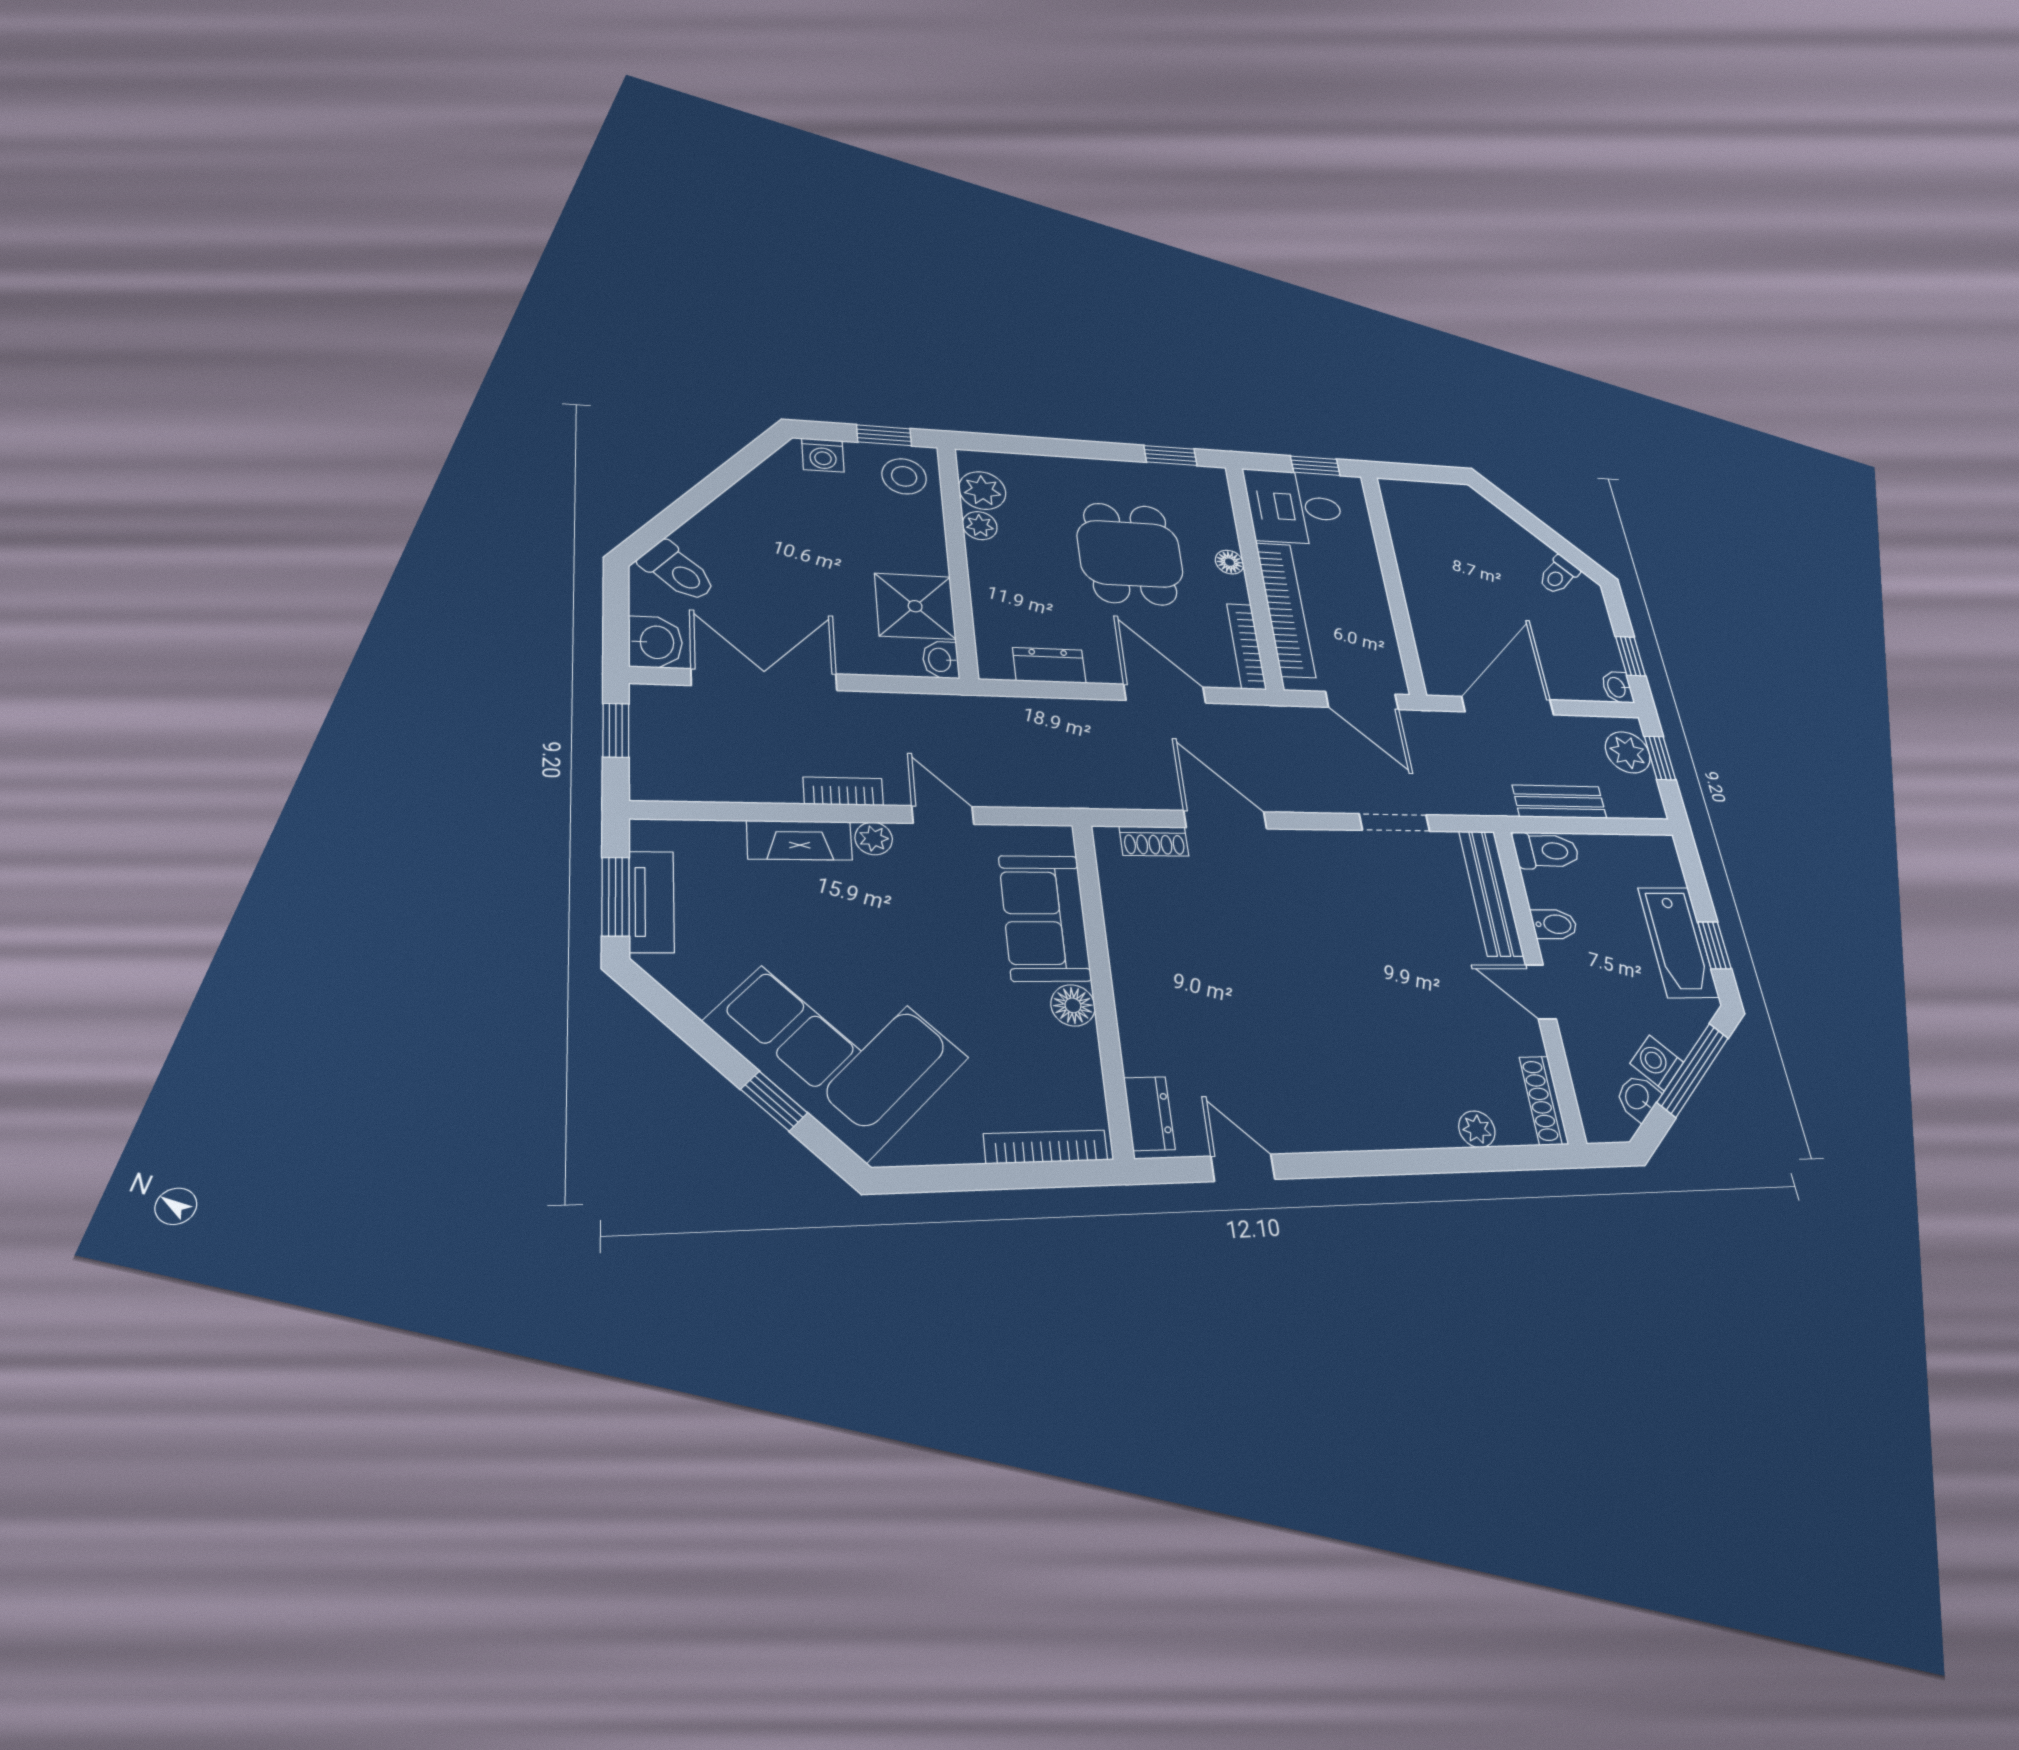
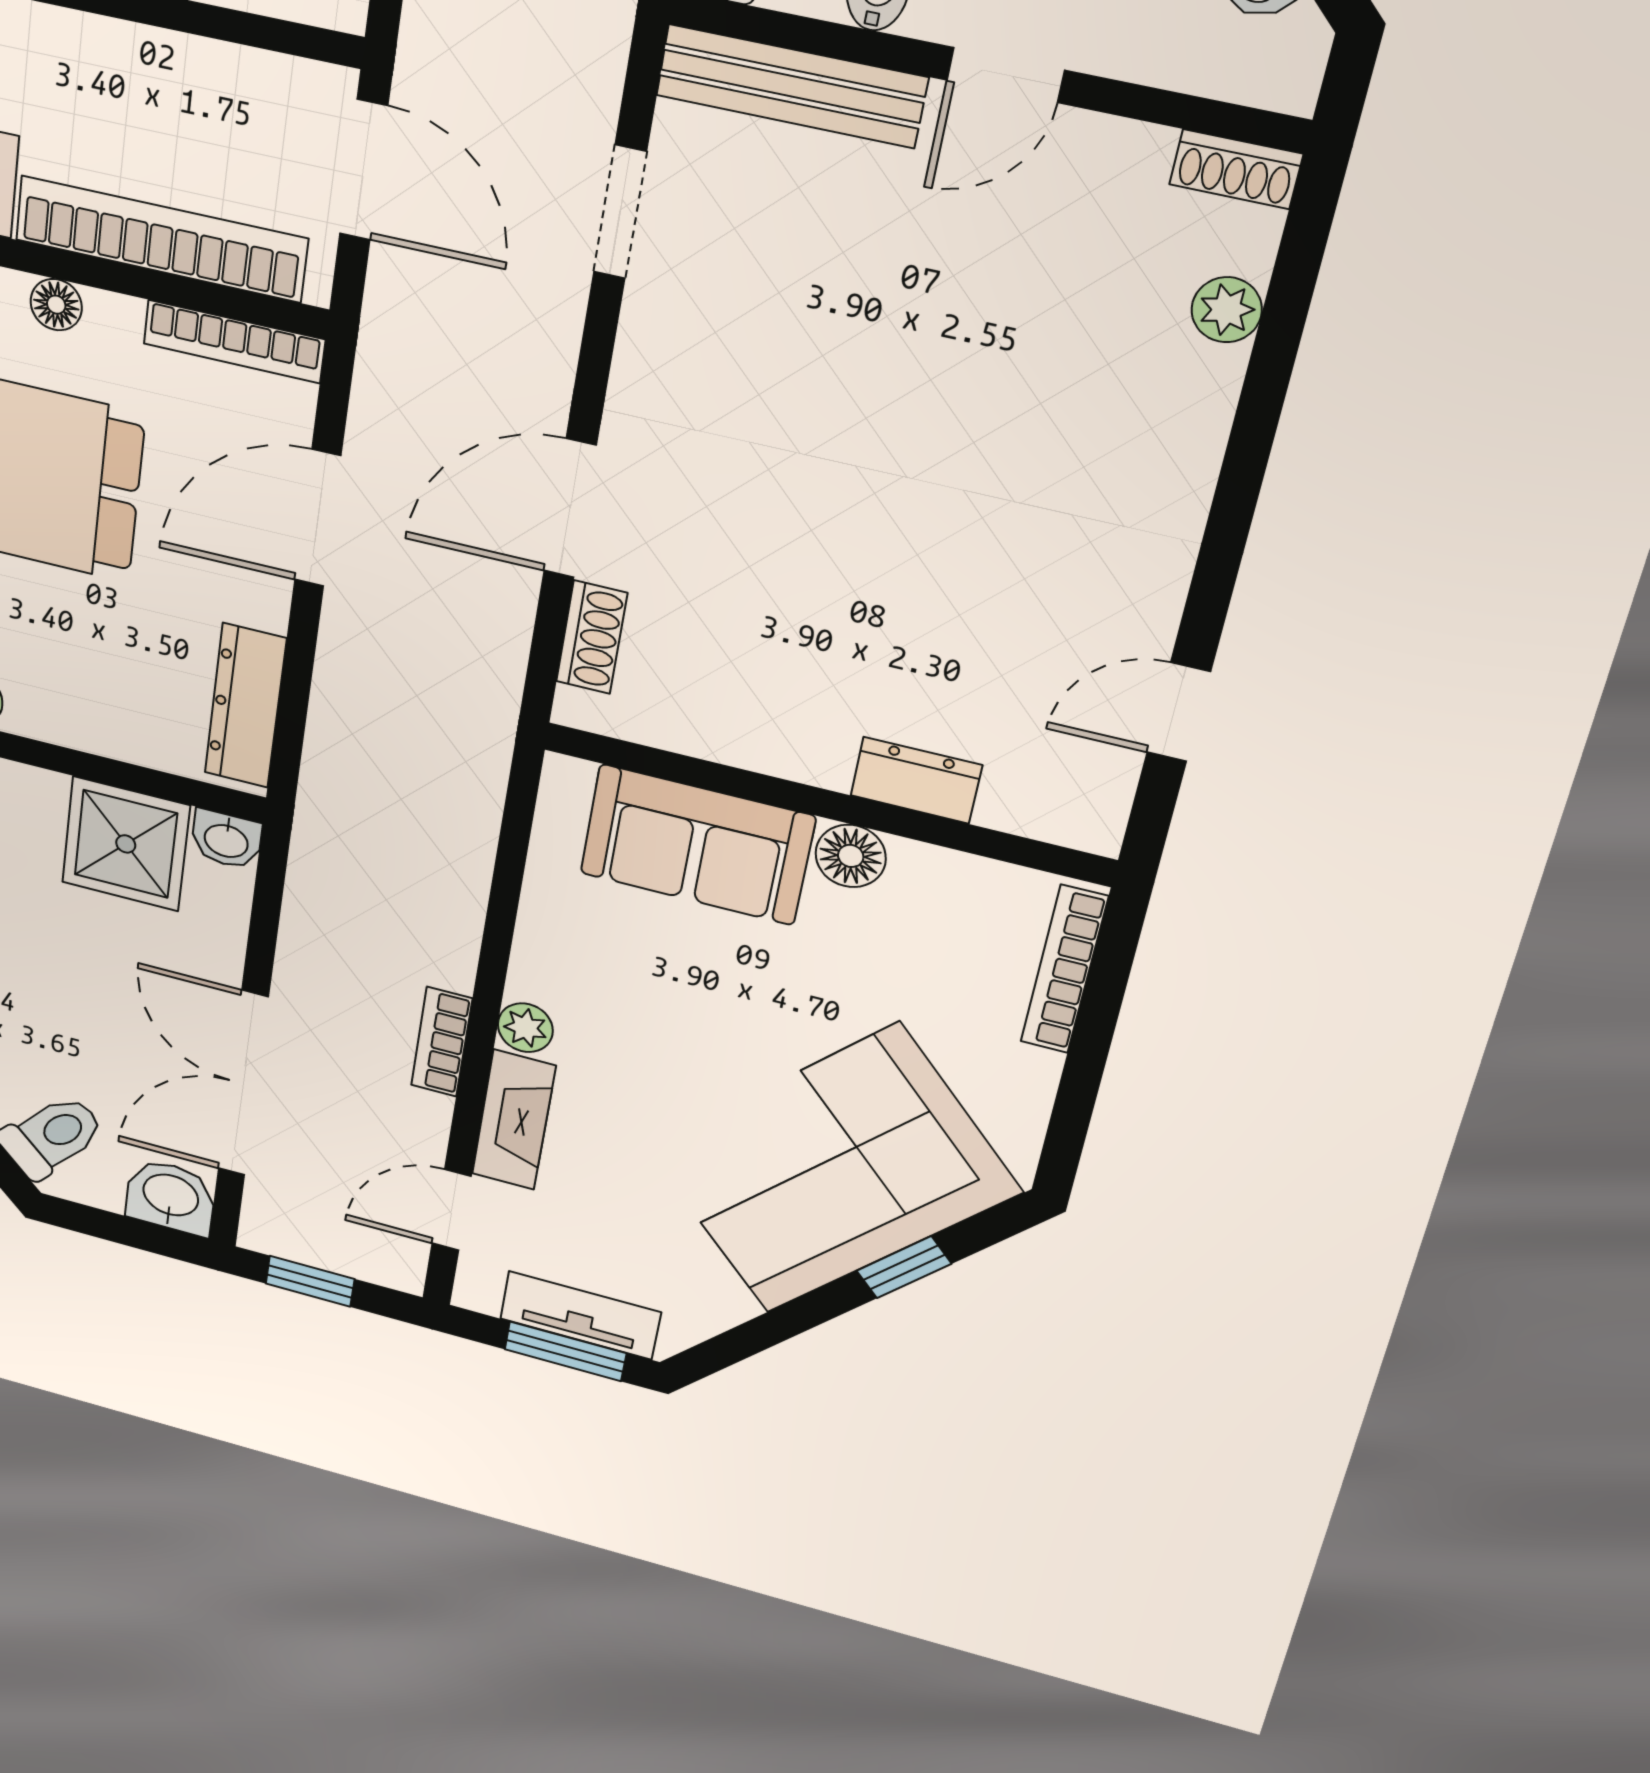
dresser: (1049, 665) -> (245, 706), width x1.44
door: (1362, 701) -> (364, 170), hinge flipped
door: (943, 815) -> (452, 1210), moved
shoe rack: (1544, 1101) -> (1236, 169), width x0.70
dresser: (1149, 1113) -> (916, 780), moved

